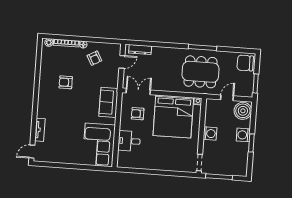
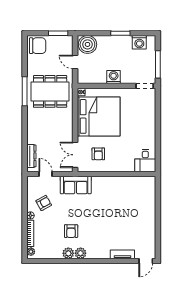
chair: (245, 63) -> (38, 46), turned -90
dining table: (201, 72) -> (50, 91), turned 90
plant: (45, 78) -> (68, 253), added
plant: (44, 90) -> (81, 253), added
sofa: (108, 102) -> (76, 185), moved
washing machine: (243, 135) -> (139, 42), moved
desk: (129, 141) -> (145, 161), moved
corner sofa: (99, 145) -> (134, 192), removed
door: (32, 152) -> (146, 261), hinge flipped

